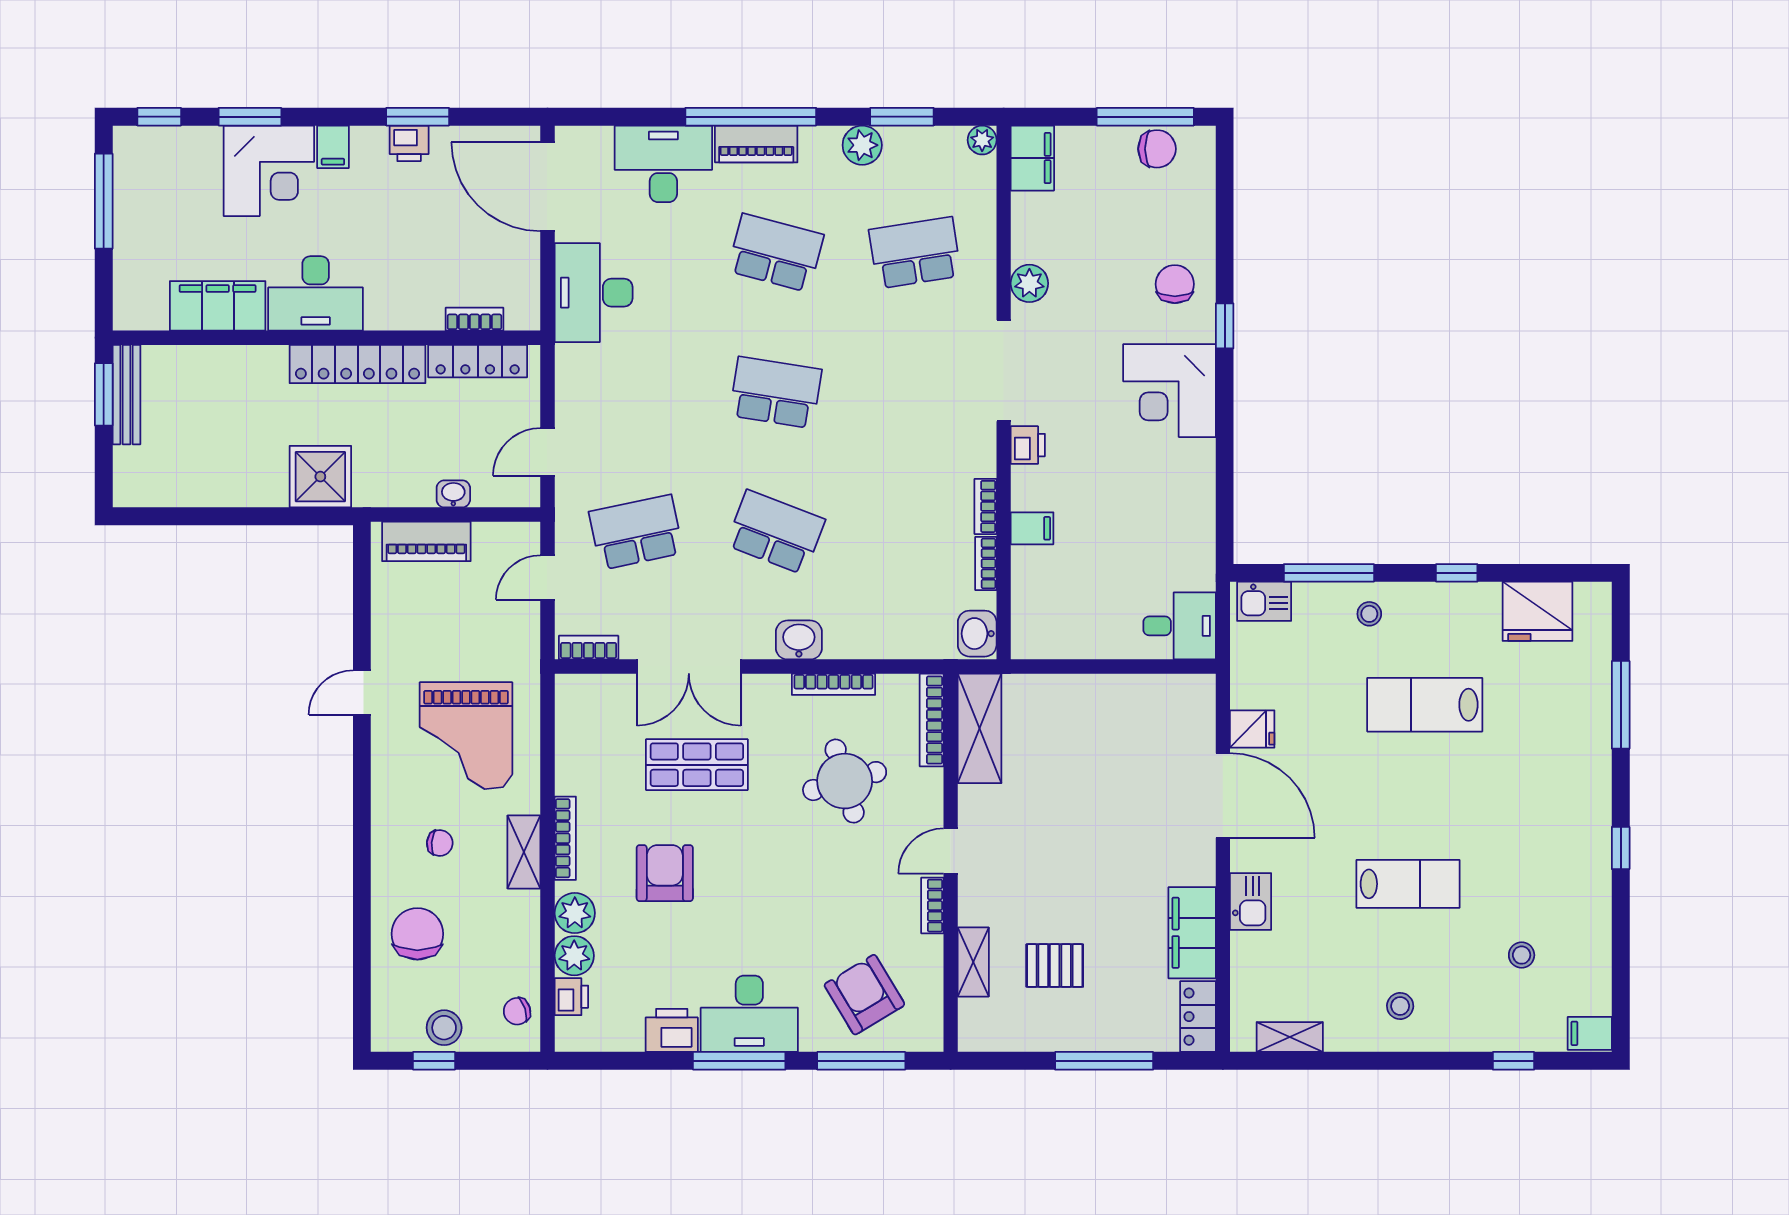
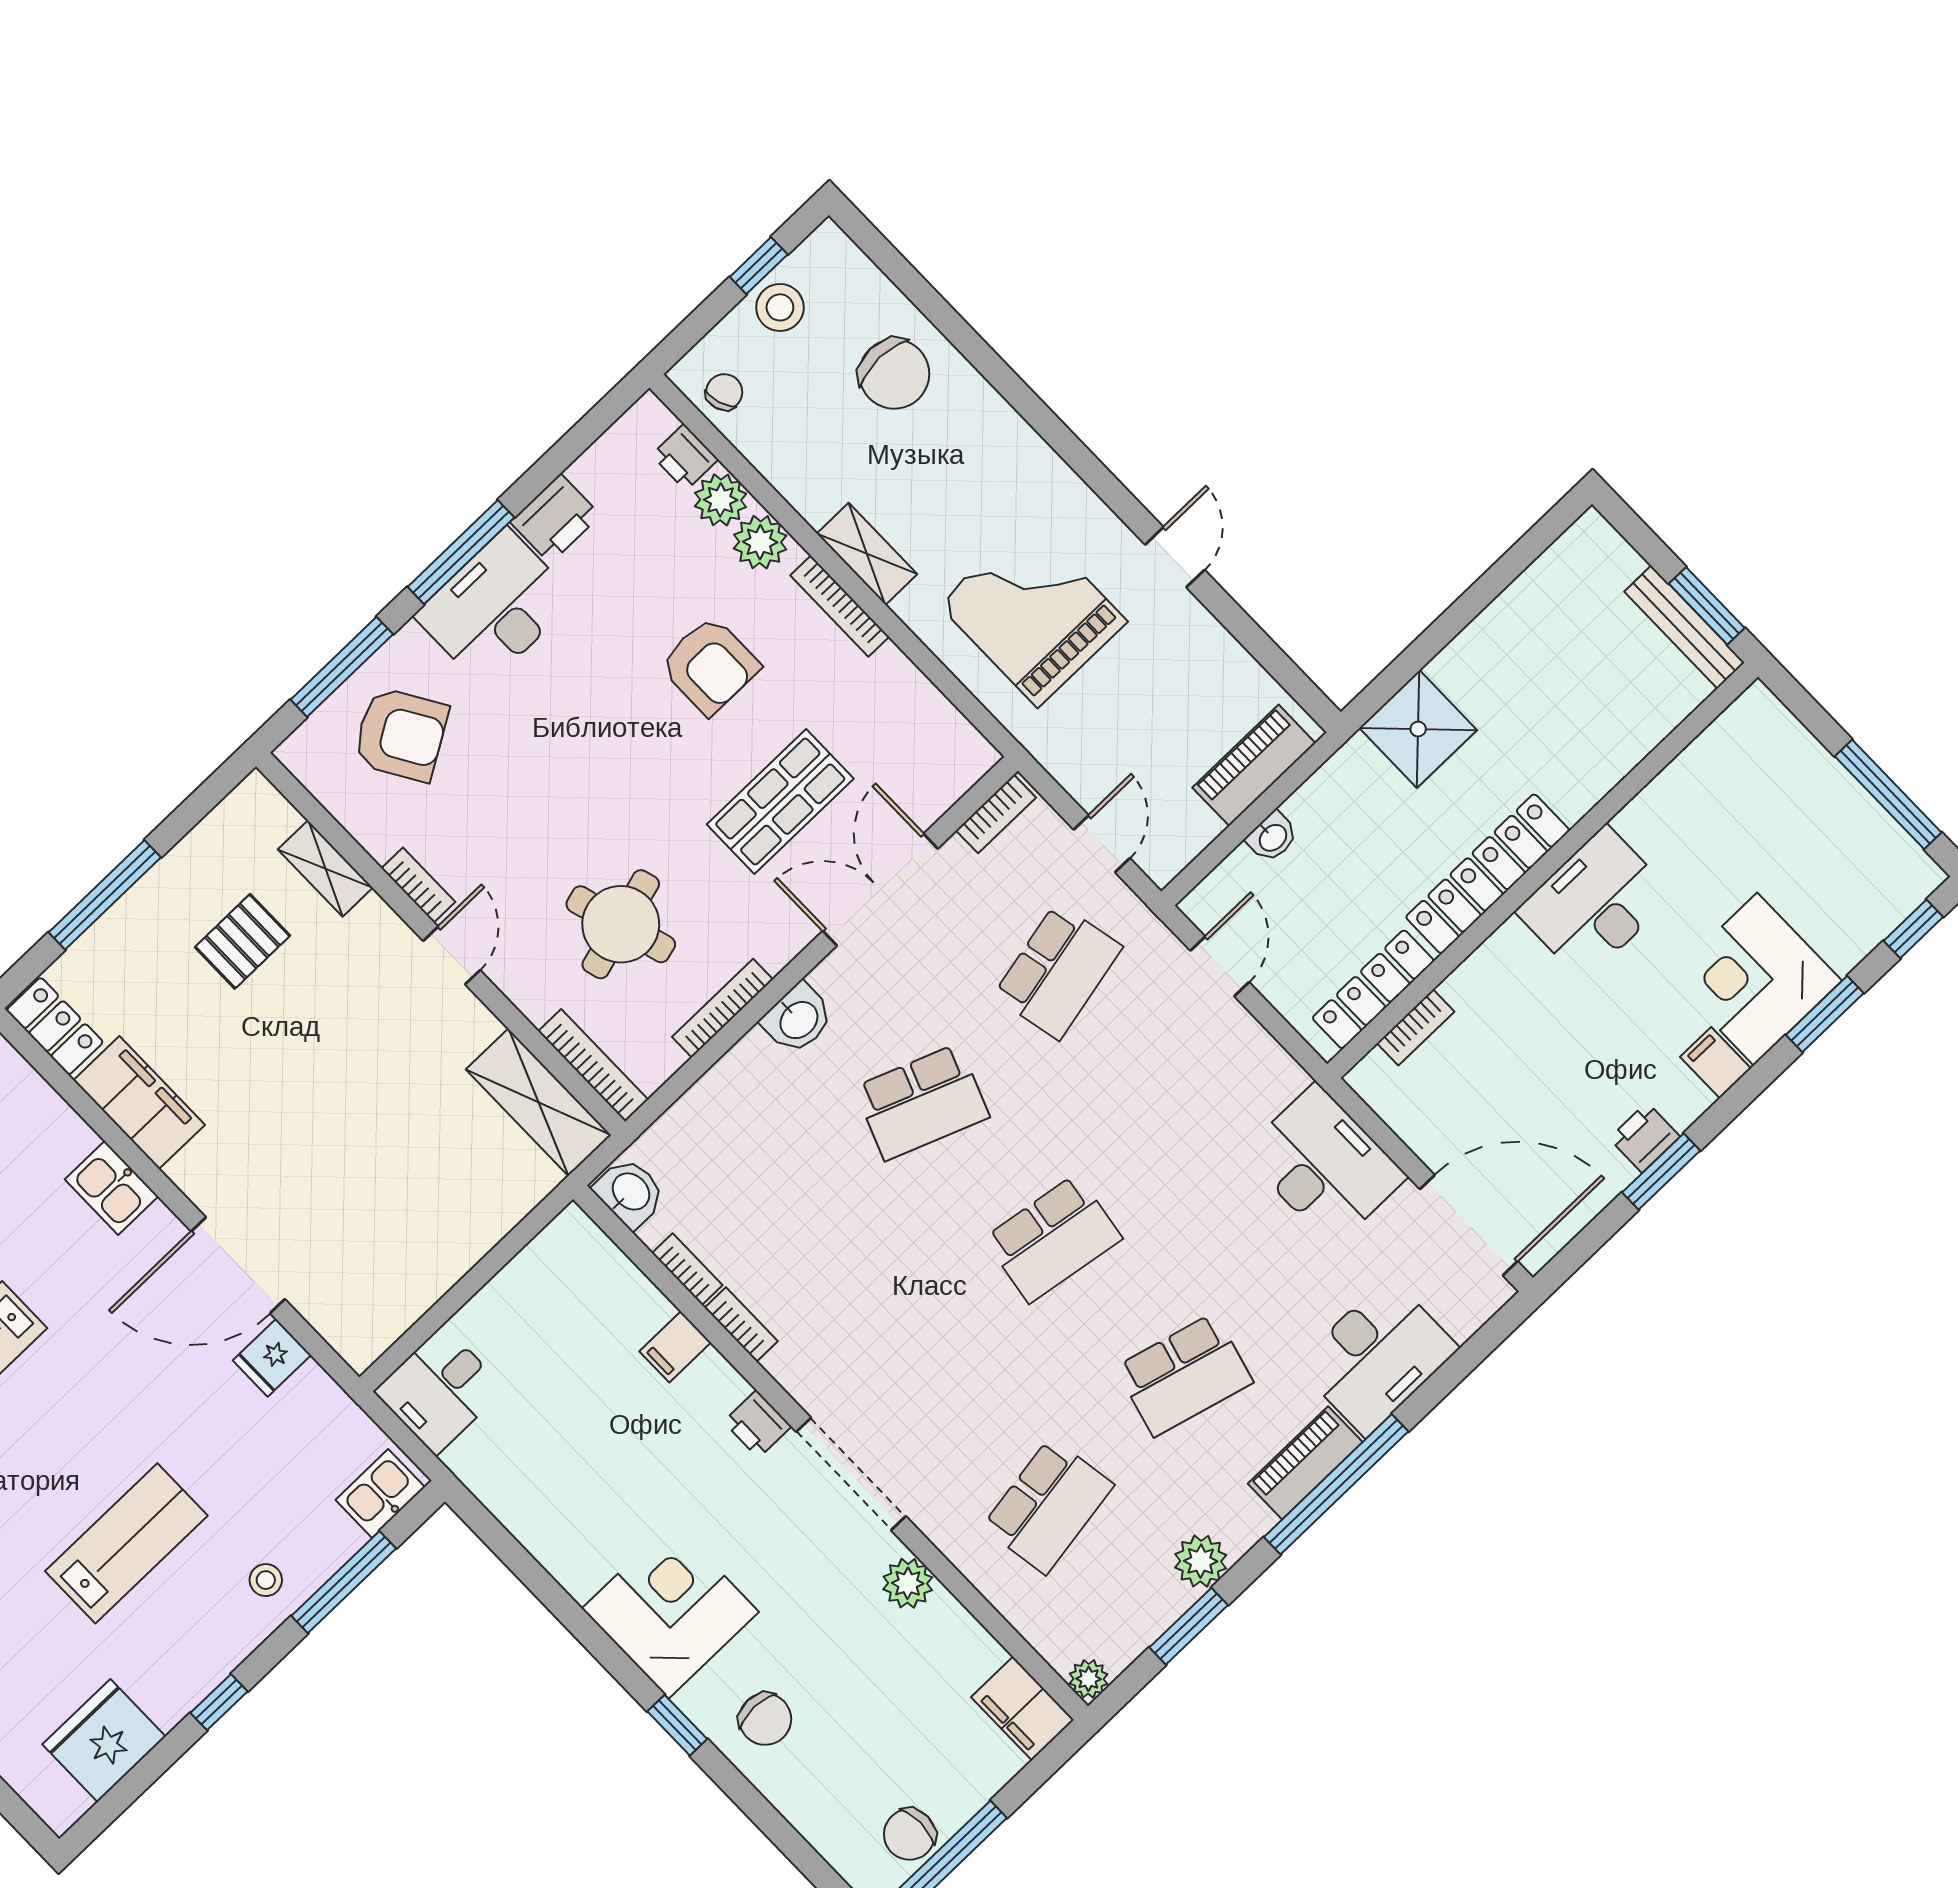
filing cabinet: (218, 306) -> (1679, 799), removed
chair: (440, 843) -> (958, 484), removed

